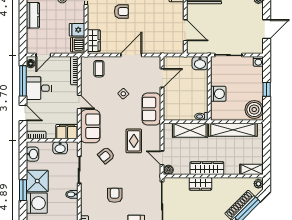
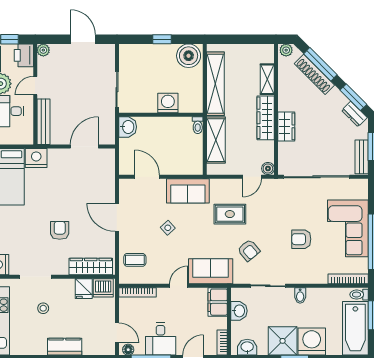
wardrobe: (94, 41) -> (91, 267), width x1.50
washing machine: (258, 61) -> (125, 50), removed
shelving: (252, 169) -> (267, 79), moved

